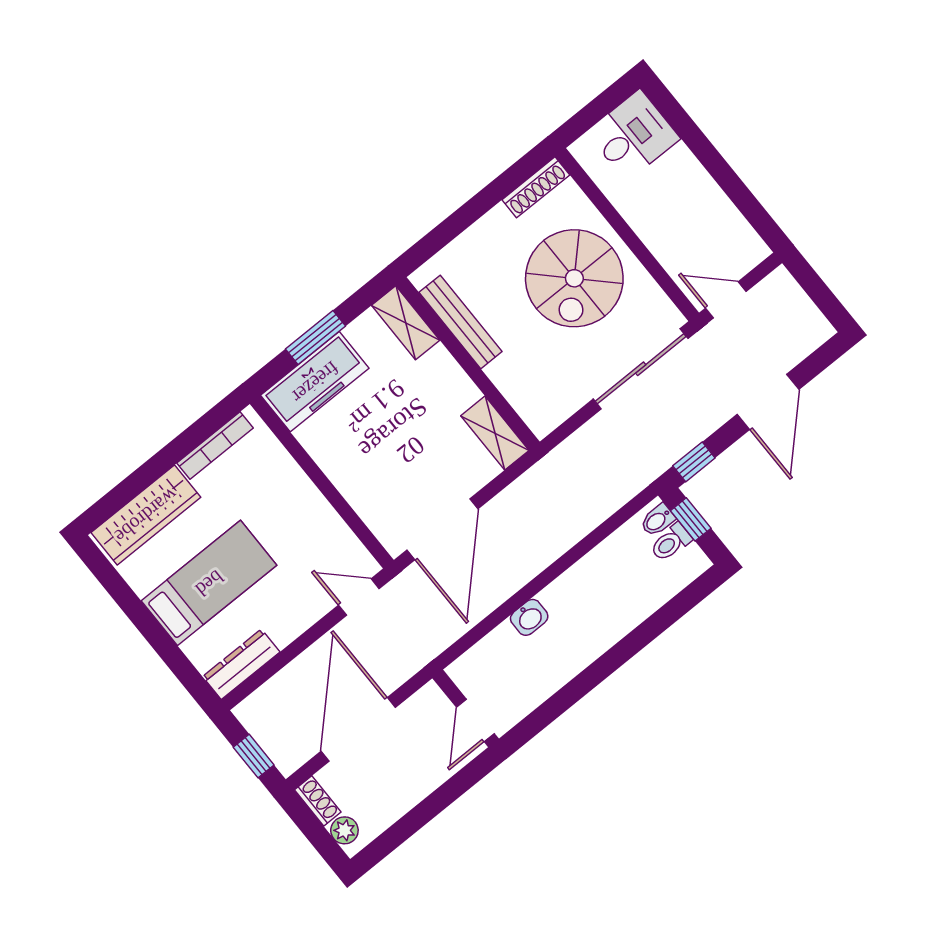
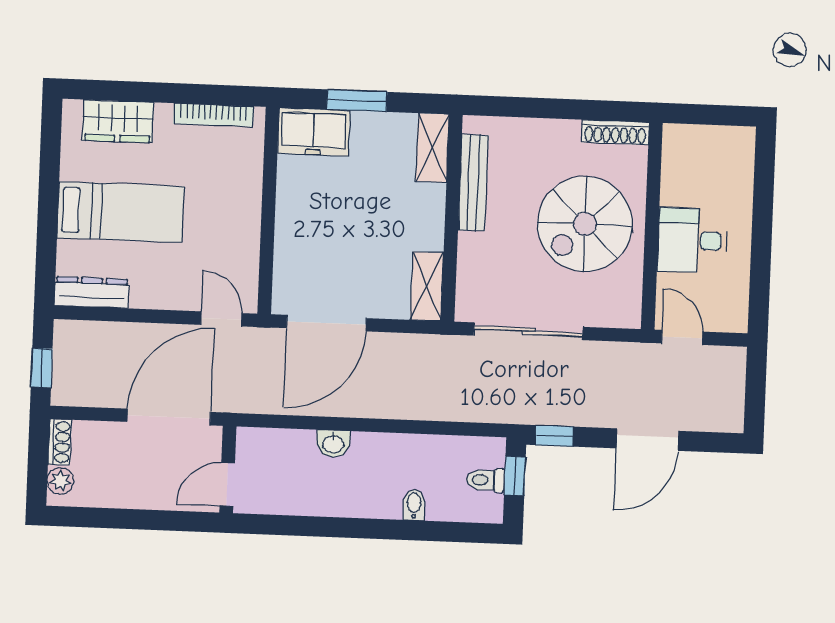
desk: (633, 135) -> (692, 240), moved, turned 180
sliding door: (641, 369) -> (528, 331), moved
freezer: (315, 382) -> (314, 132), width x0.71
wardrobe: (146, 515) -> (118, 121), width x0.67
bidet: (658, 520) -> (414, 505), moved, turned 90
door: (358, 729) -> (169, 417), moved

